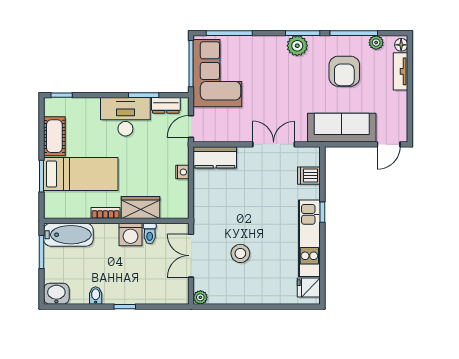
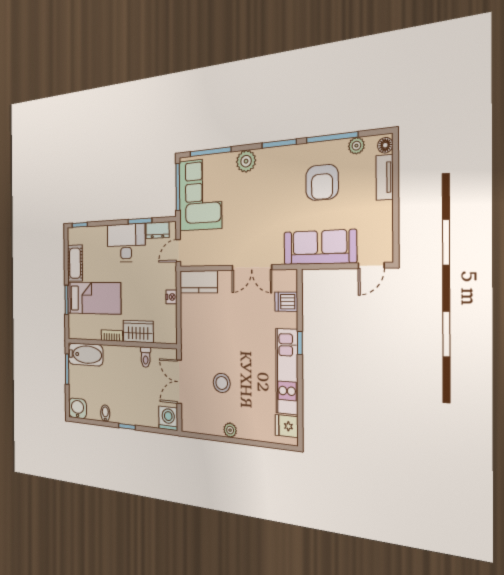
plant: (297, 46) -> (246, 161), moved
double door: (274, 144) -> (252, 268), swing flipped
washing machine: (131, 234) -> (168, 418), moved, turned 180
plant: (200, 297) -> (230, 430), moved

